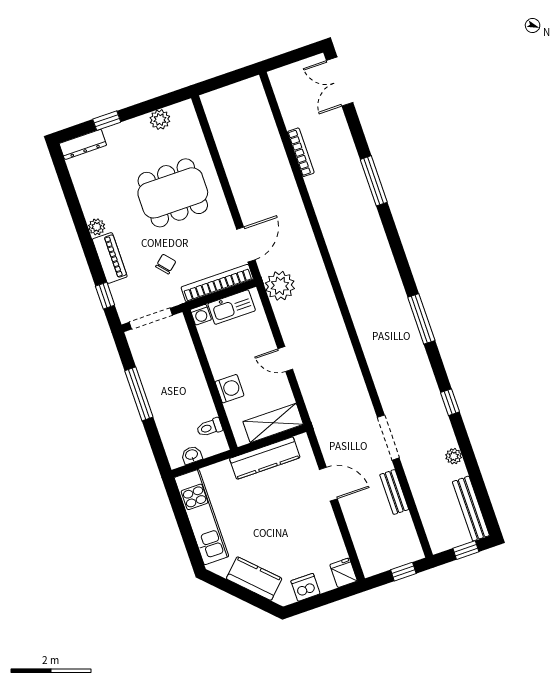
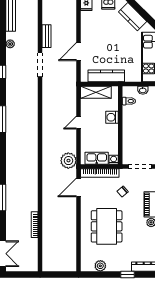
dining table: (173, 193) -> (107, 226), turned 90
door: (285, 359) -> (79, 123), swing flipped
door: (328, 484) -> (79, 52), hinge flipped

